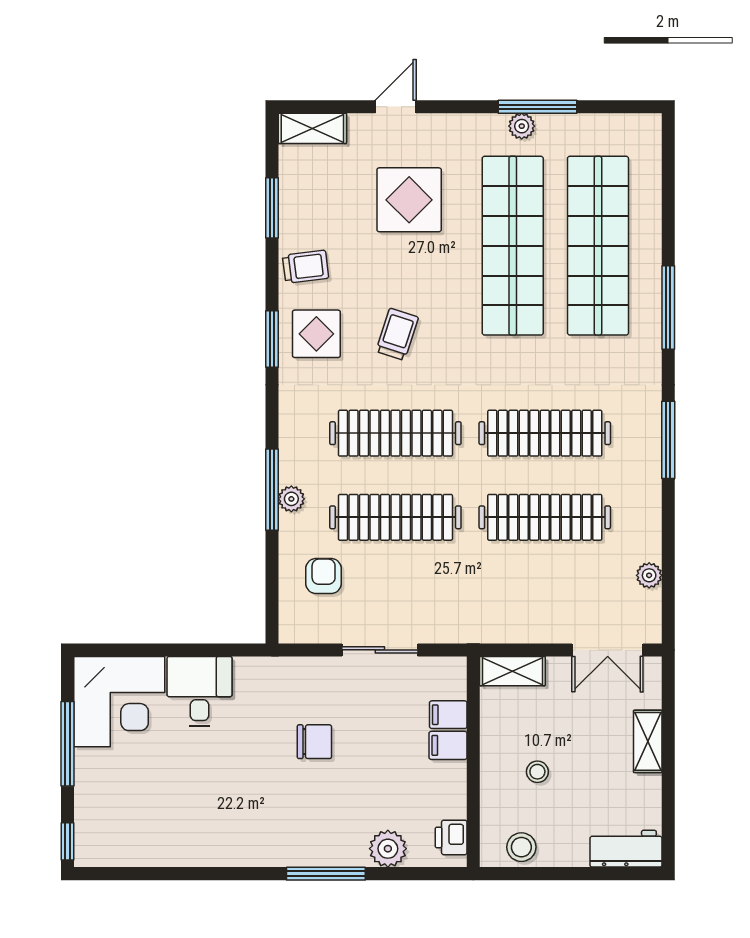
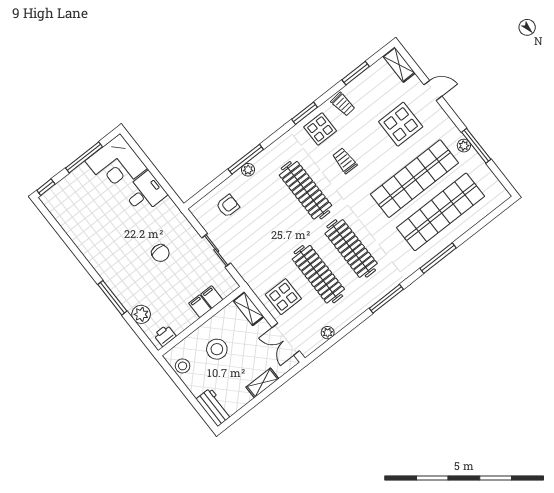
trolley: (397, 334) -> (345, 161), turned -108
clothes rail: (395, 517) -> (273, 216), removed
display table: (537, 601) -> (283, 297), added
stool: (537, 772) -> (217, 349), width x1.89, depth x1.89

